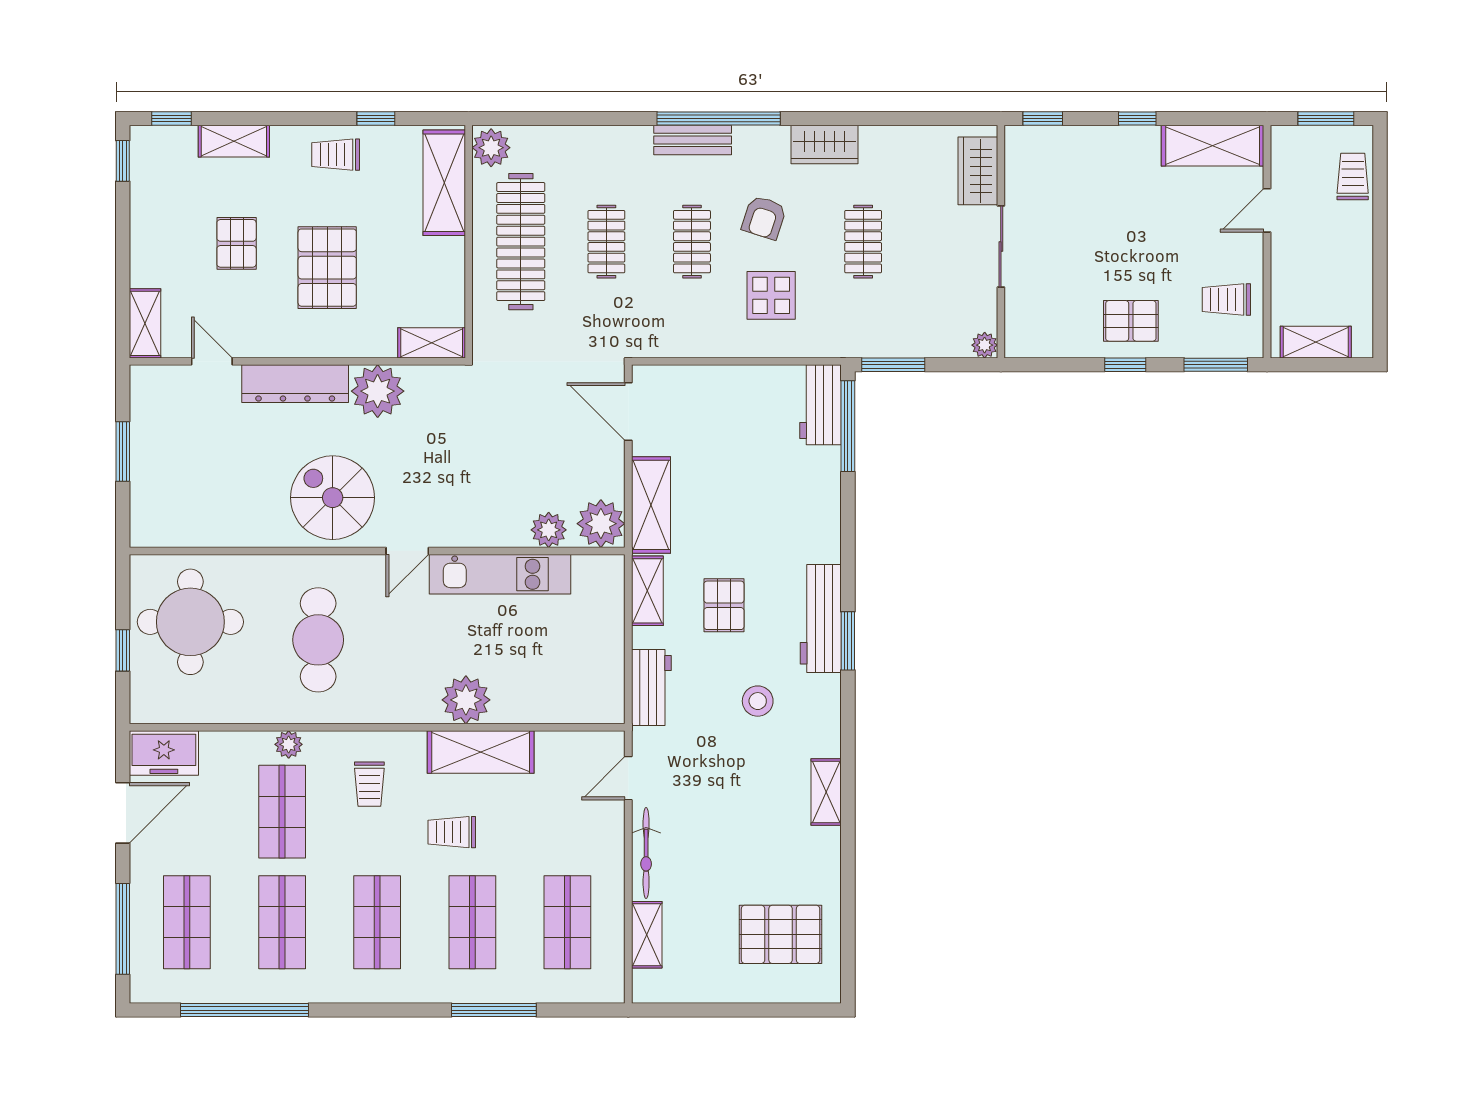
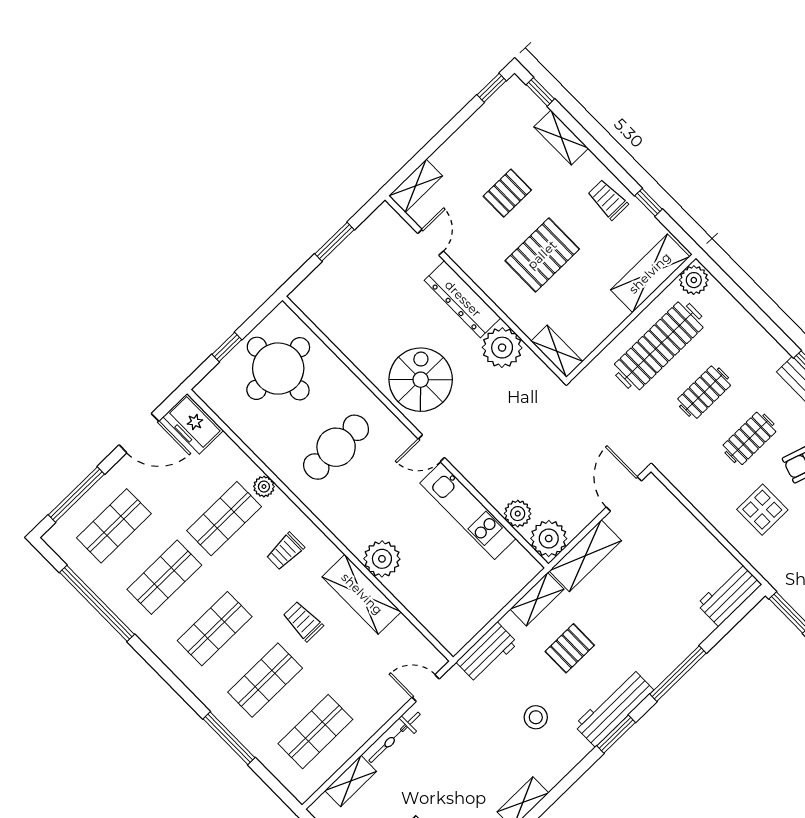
window: (848, 426) -> (678, 674), moved

